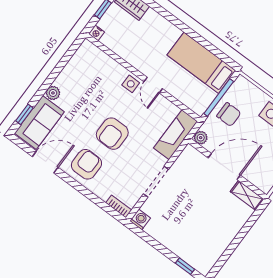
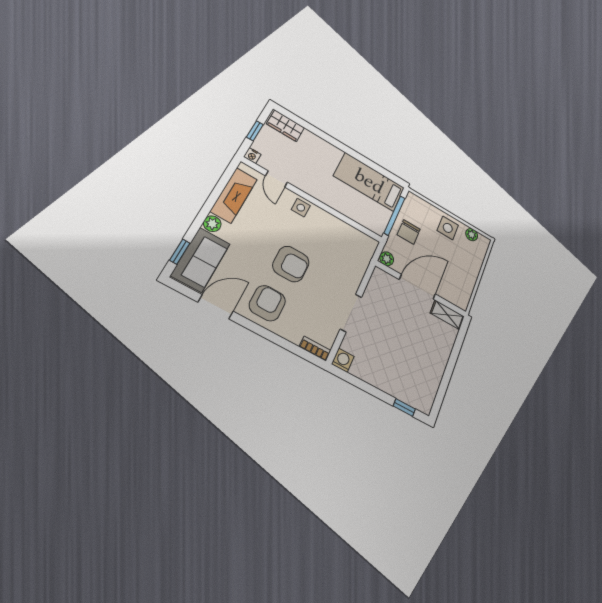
door: (153, 85) -> (276, 179), moved
chair: (229, 114) -> (409, 232), turned 90
armchair: (112, 134) -> (291, 264), turned -90
fireplace: (176, 135) -> (234, 195), moved, turned 180

